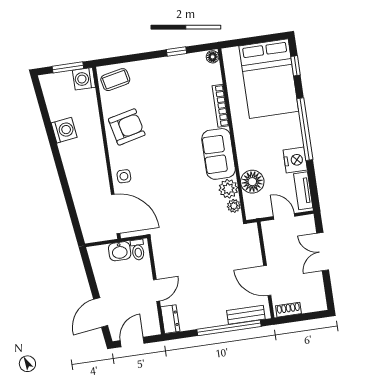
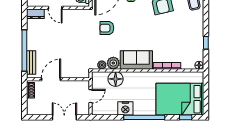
tv unit: (303, 191) -> (105, 111), removed
armchair: (176, 206) -> (107, 28), added

